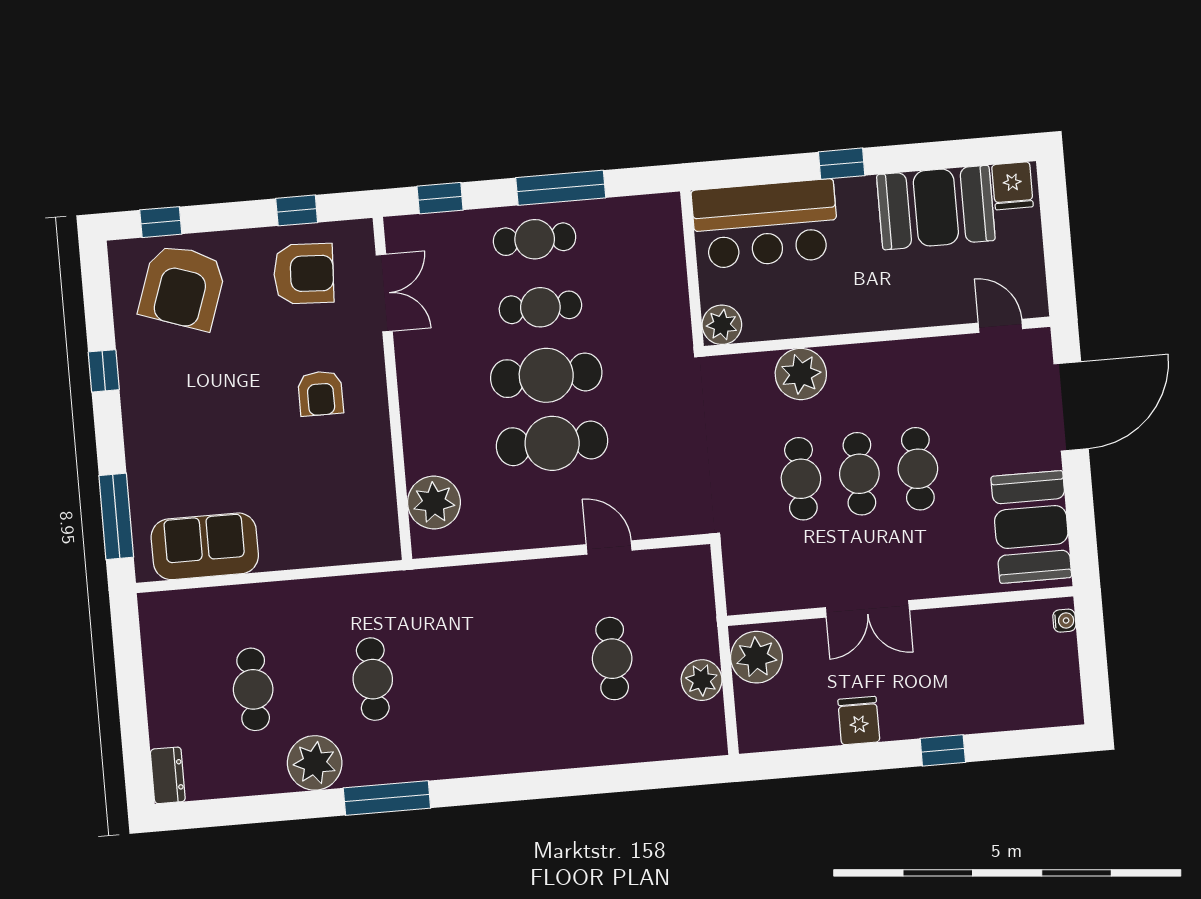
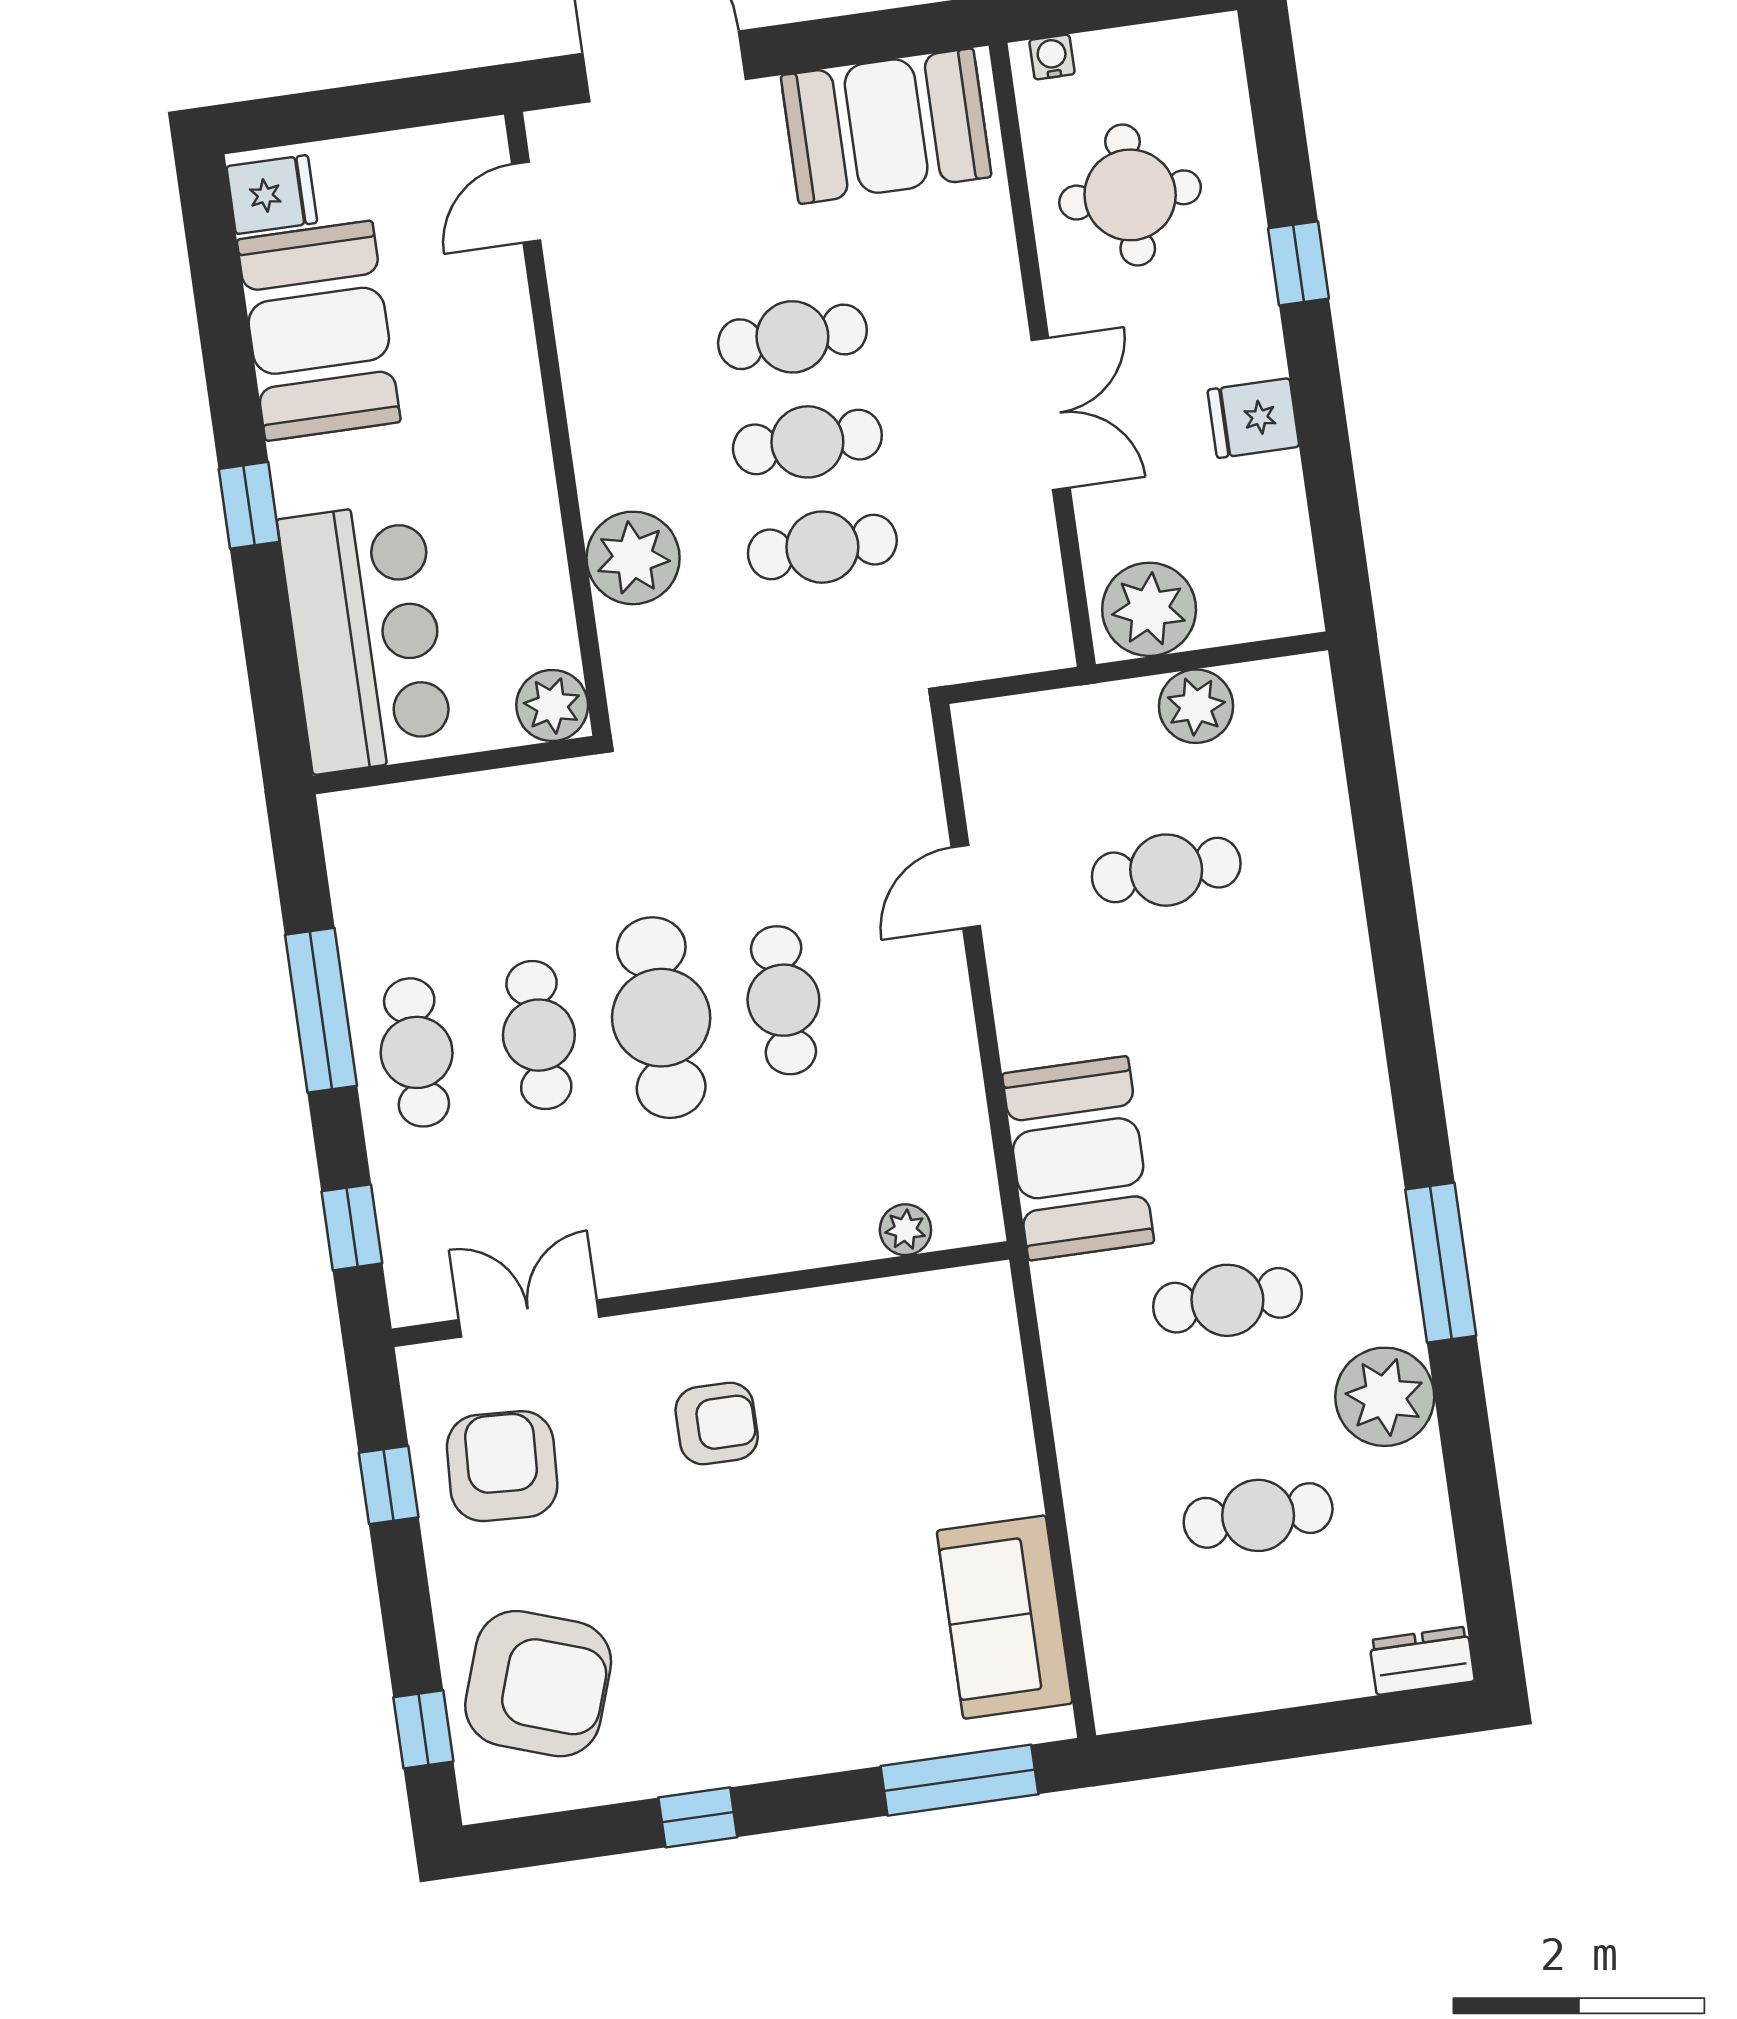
cafe table: (552, 443) -> (783, 1000), width x0.73, depth x0.74
plant: (434, 502) -> (905, 1230), width x0.53, depth x0.53
booth: (456, 601) -> (1078, 1158), added
round table: (986, 659) -> (1130, 195), added

